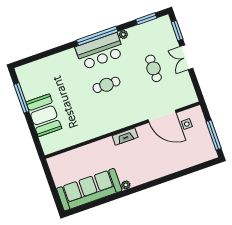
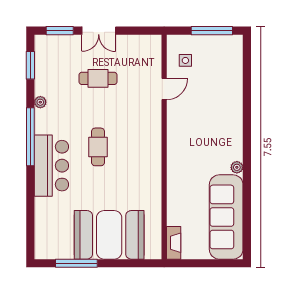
bar counter: (100, 51) -> (51, 166), moved
booth: (44, 115) -> (109, 235), width x1.36, depth x1.42
door: (162, 116) -> (164, 89), width x0.53
fireplace: (125, 136) -> (174, 243), moved

